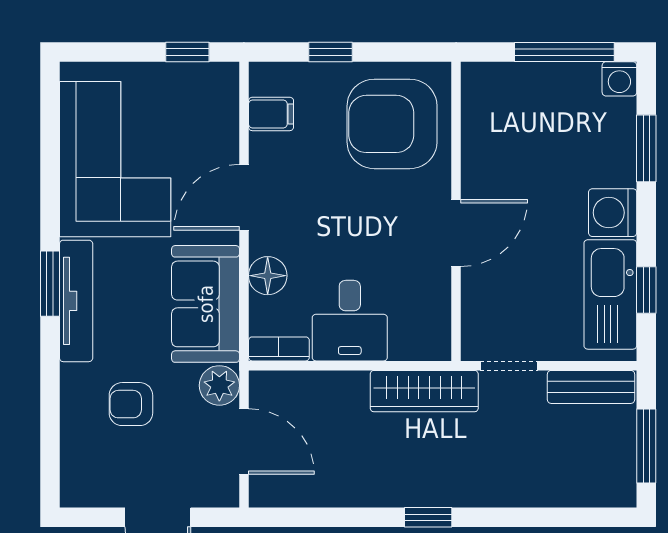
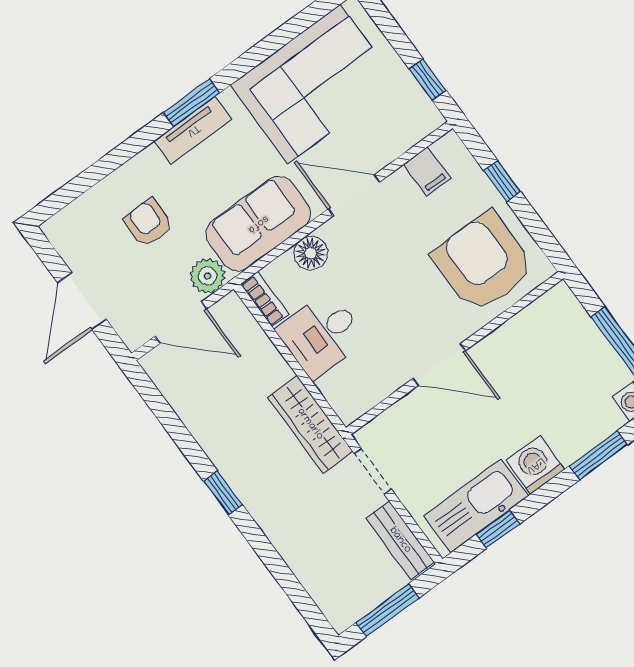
tv unit: (76, 301) -> (193, 130), width x0.71
door: (244, 441) -> (181, 323), hinge flipped

